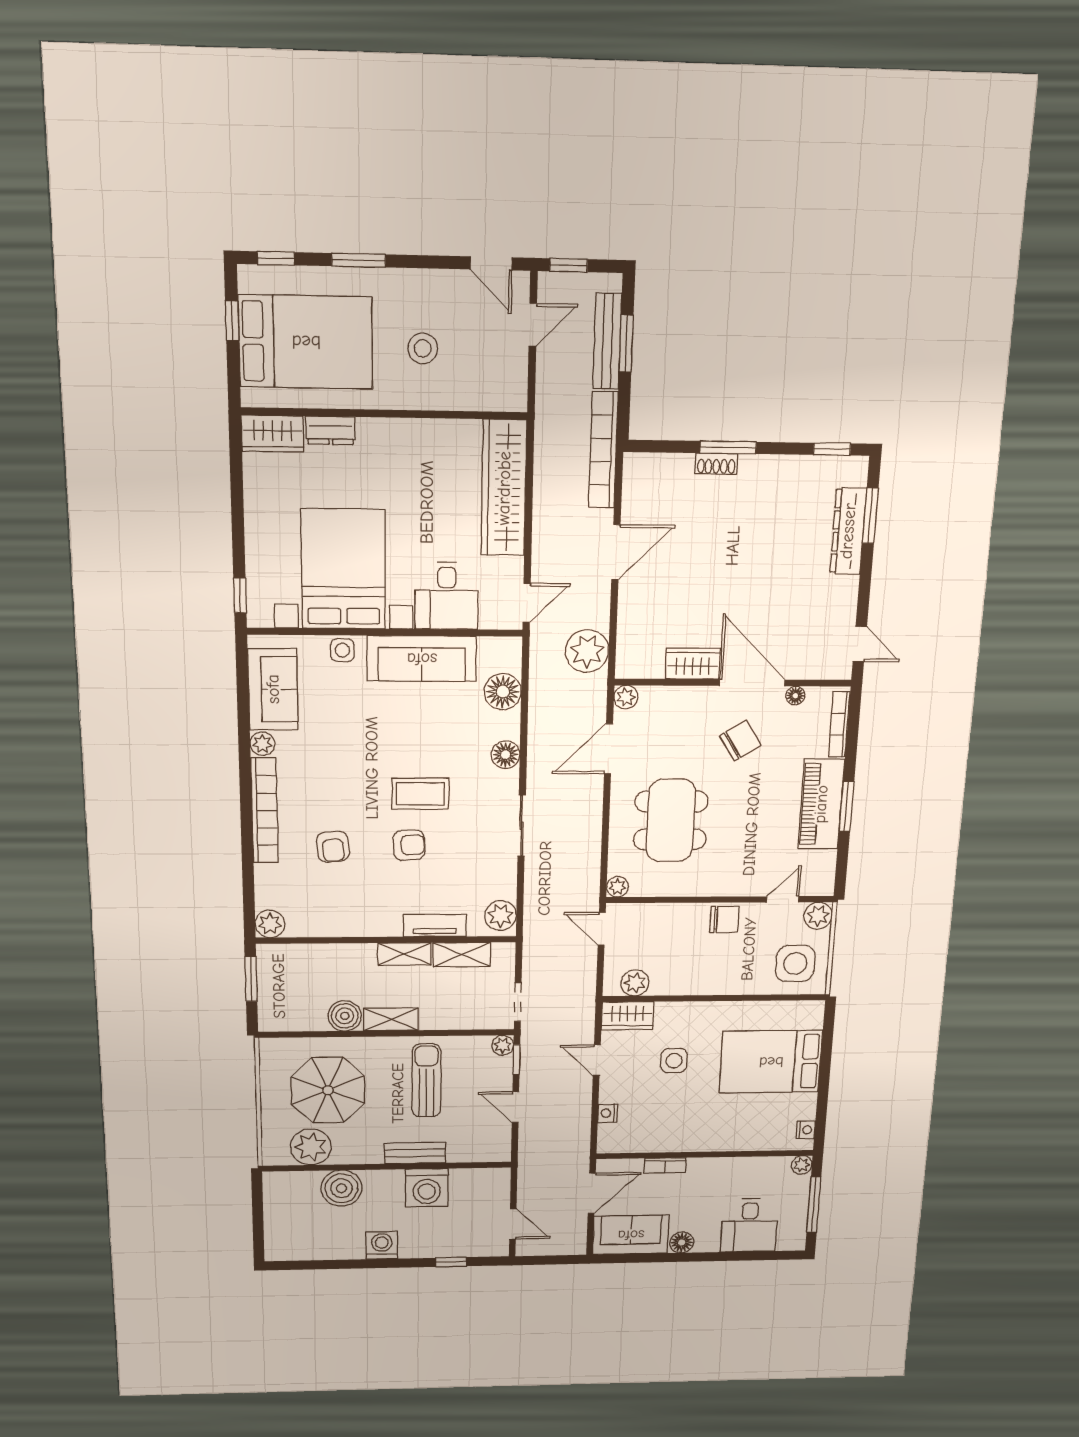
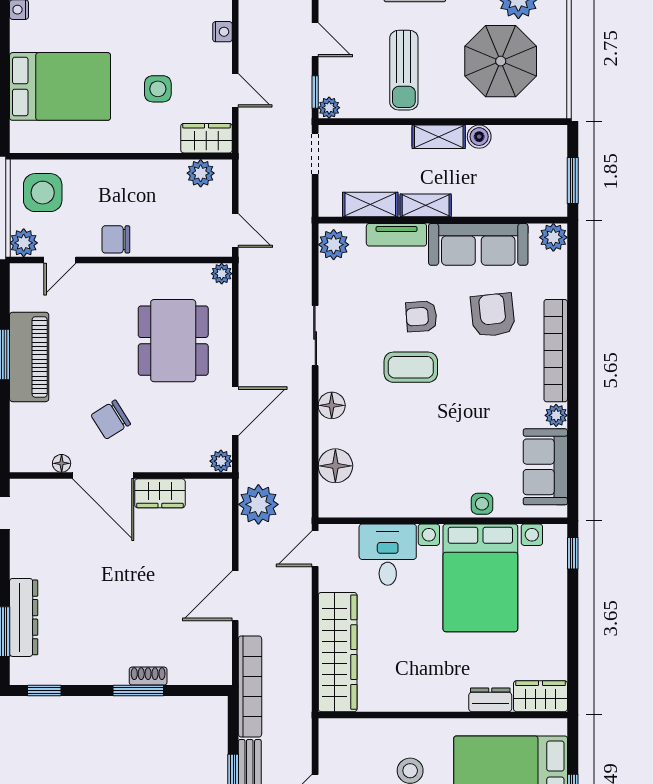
sofa: (422, 659) -> (478, 244), moved, turned 180
bookcase: (839, 724) -> (18, 436), removed
armchair: (333, 847) -> (493, 315), width x1.38, depth x1.38
boiler: (345, 1016) -> (479, 137), width x0.73, depth x0.73

